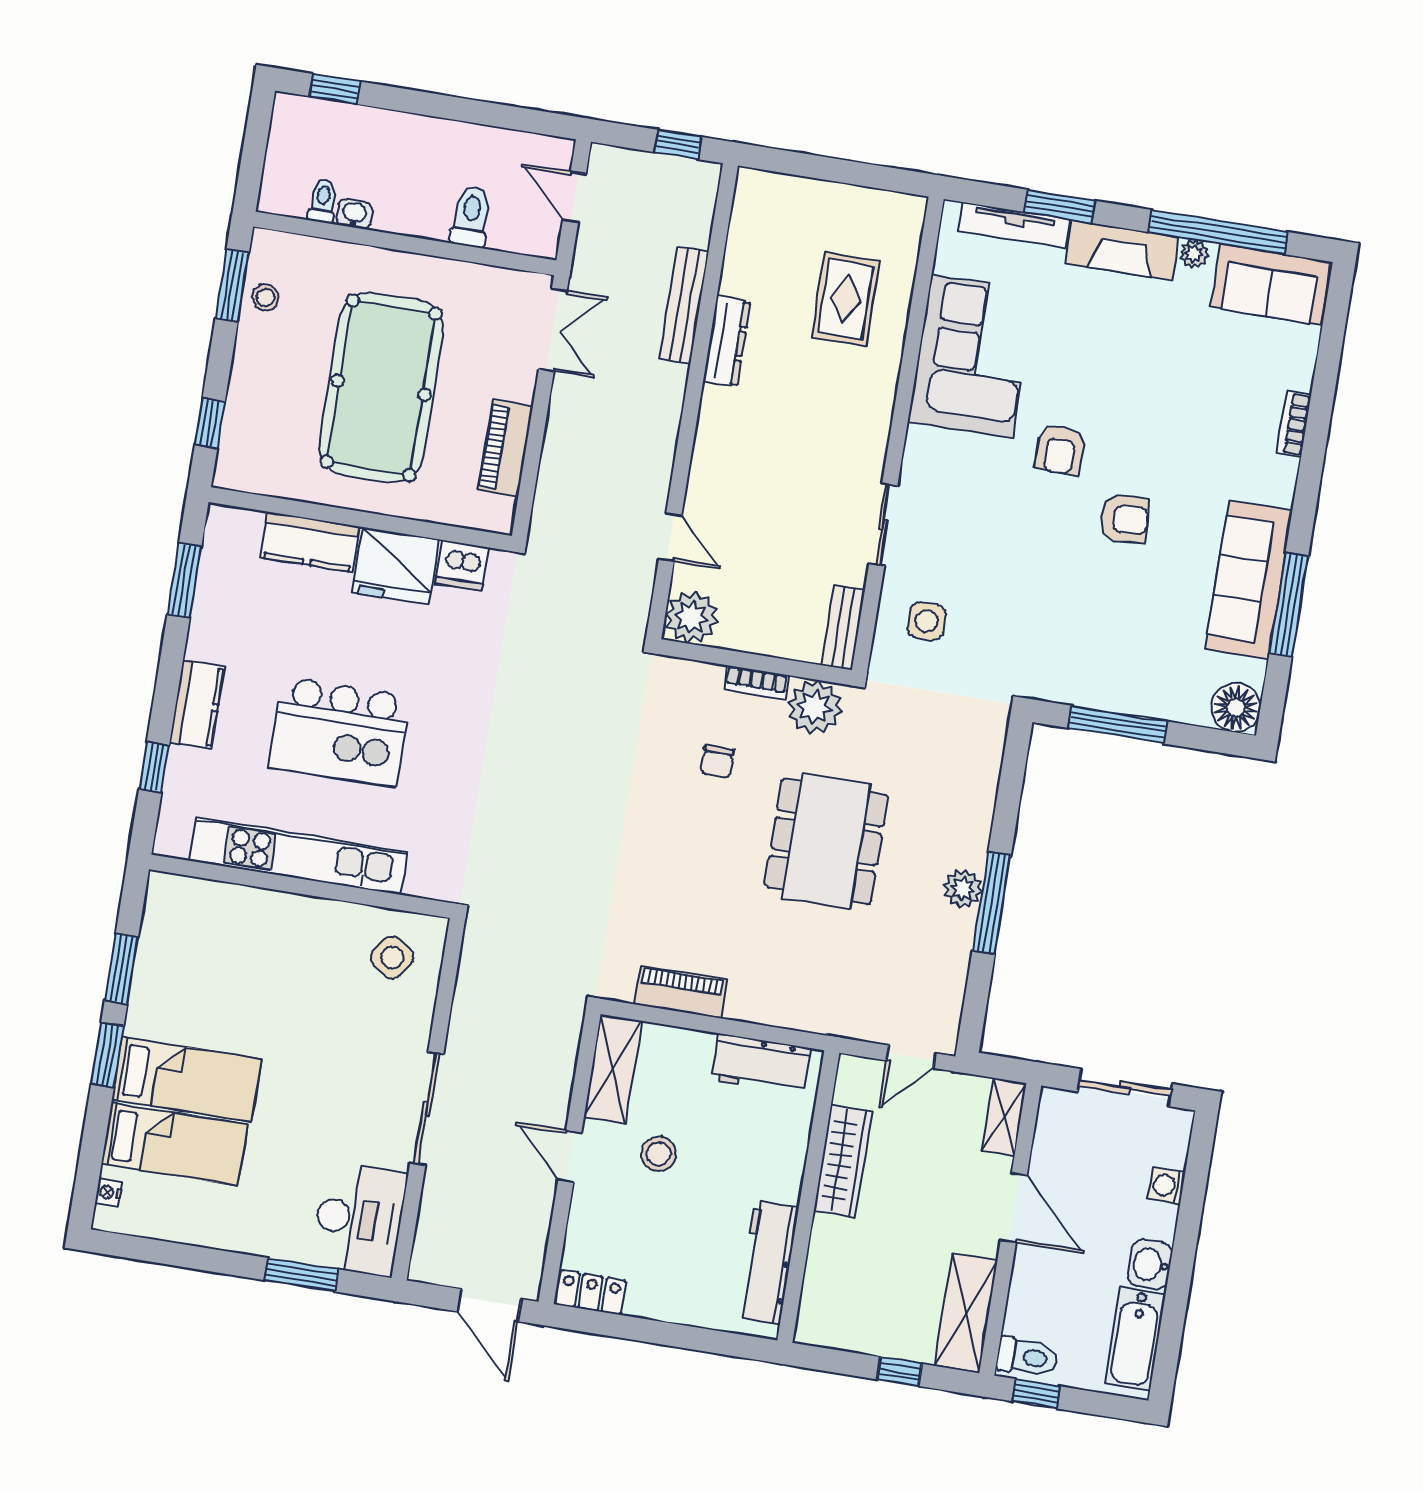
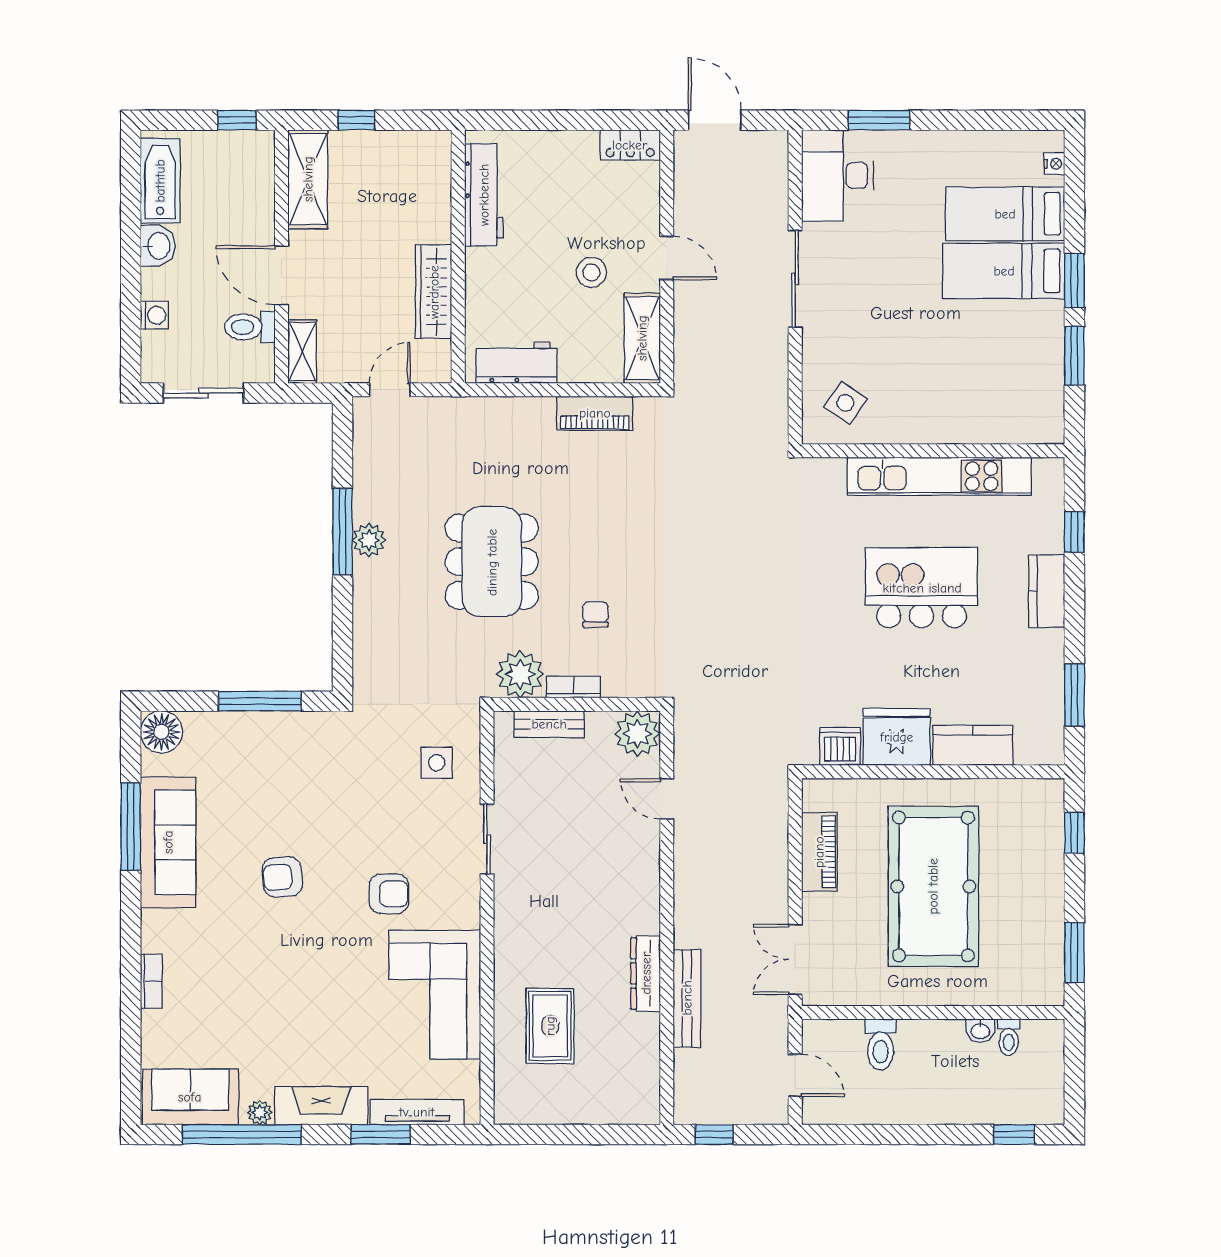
stool: (265, 297) -> (1044, 947), removed
armchair: (1060, 450) -> (389, 894), moved, turned 90
bench: (843, 628) -> (549, 724), moved, turned 90
toilet: (1027, 1357) -> (250, 327), moved

